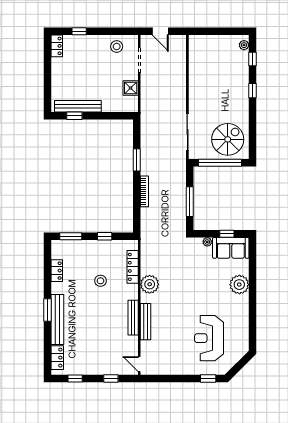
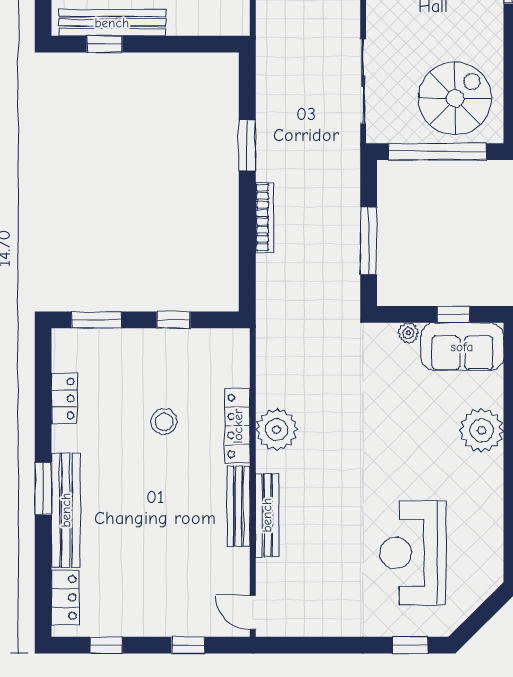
locker: (133, 267) -> (238, 426), moved

